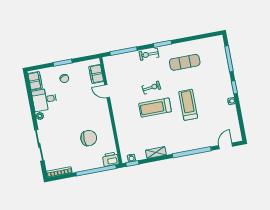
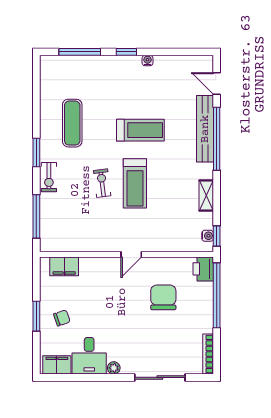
door: (107, 91) -> (131, 254), moved
treadmill: (188, 105) -> (140, 130), turned 180
bench: (197, 144) -> (205, 129), added

